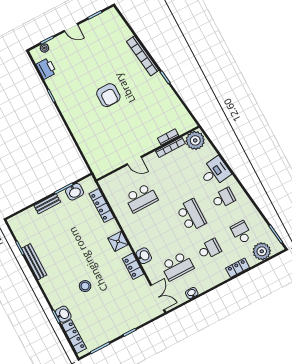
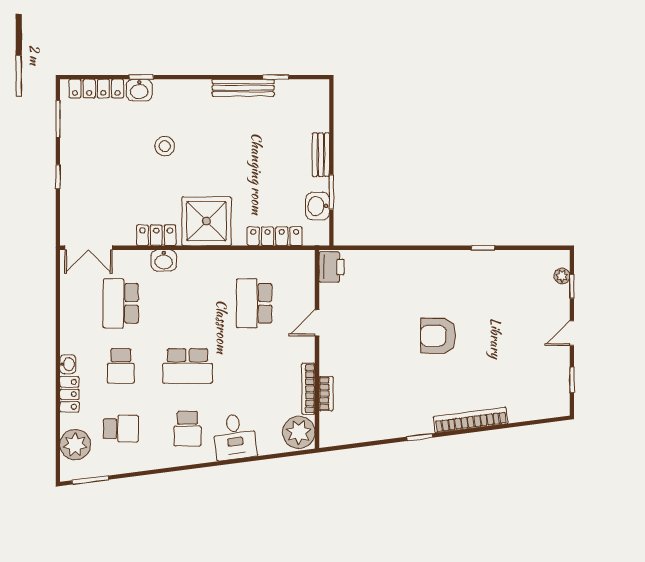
printer: (46, 68) -> (332, 267), moved, turned -90
shower: (118, 241) -> (206, 221), width x1.86, depth x1.86
washbasin: (192, 293) -> (68, 364), moved

